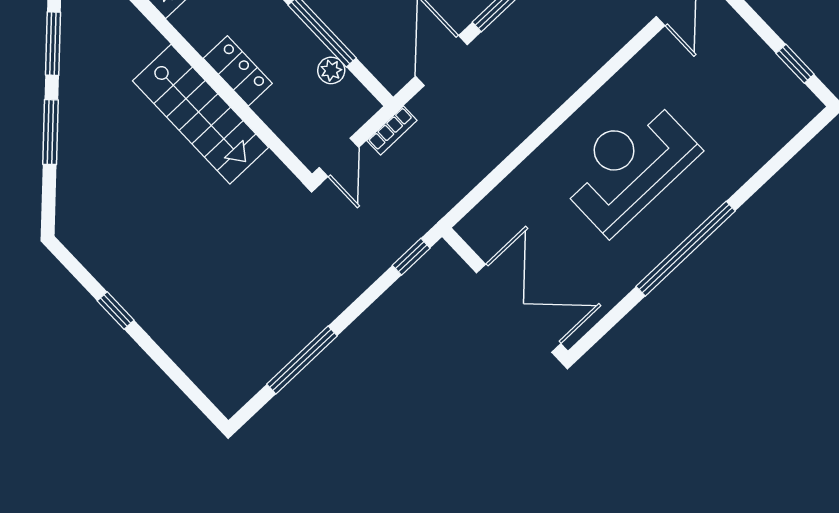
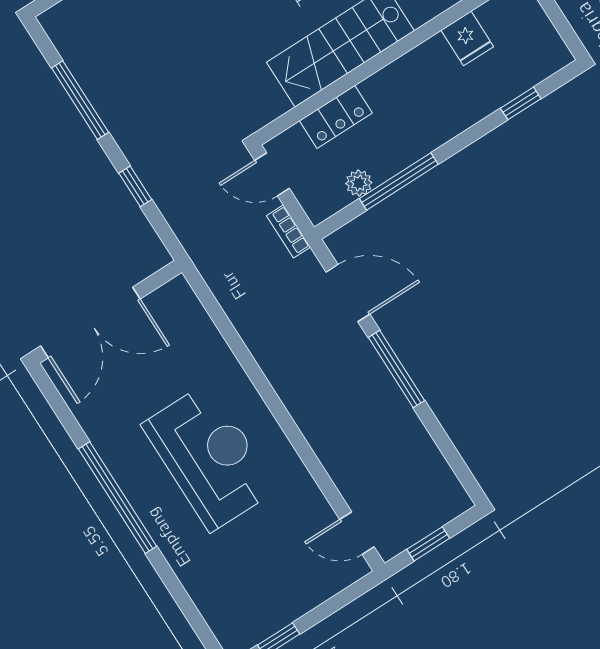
locker: (238, 71) -> (336, 117), moved
window: (411, 257) -> (135, 186), moved

